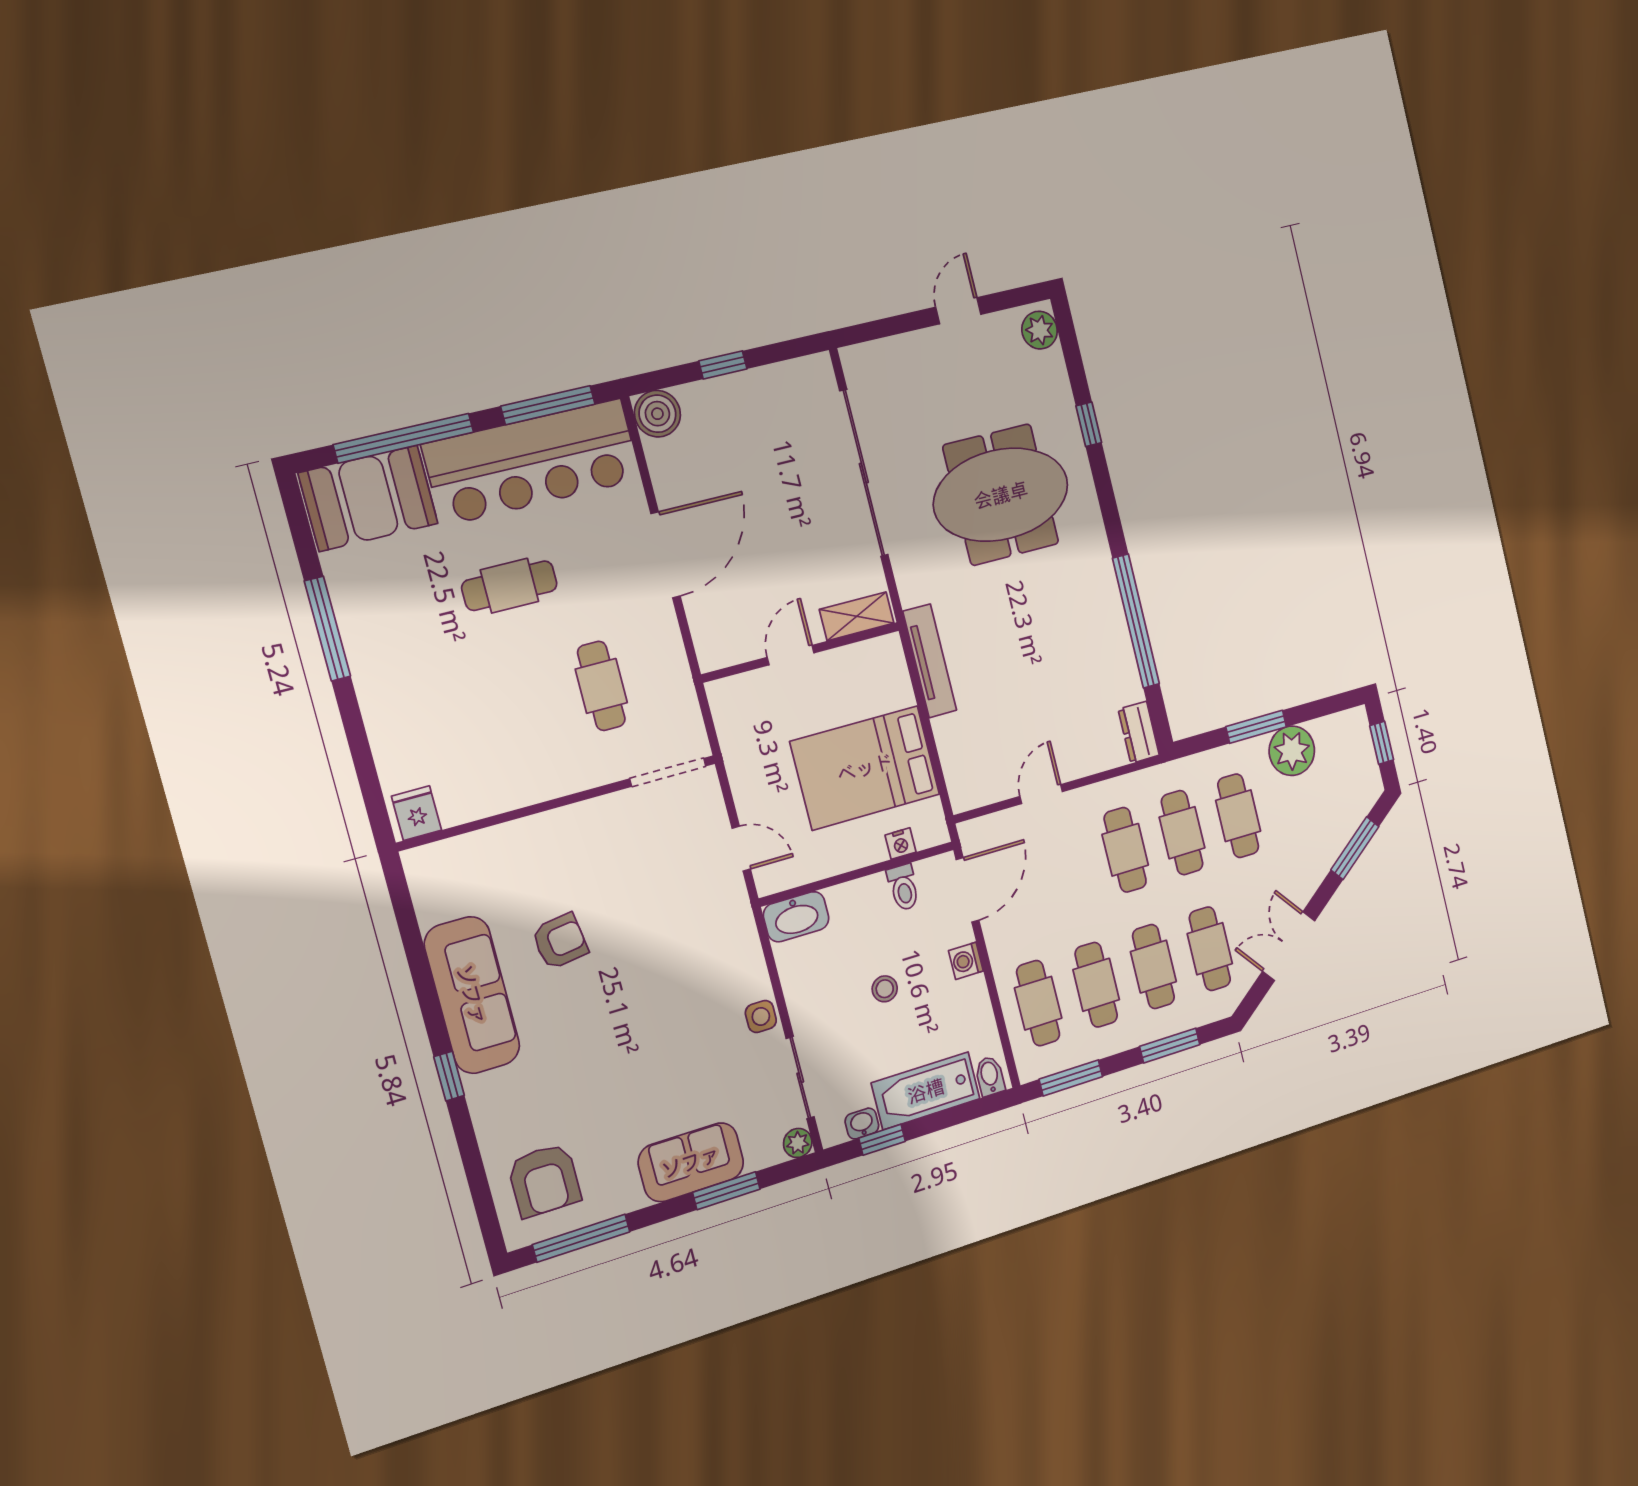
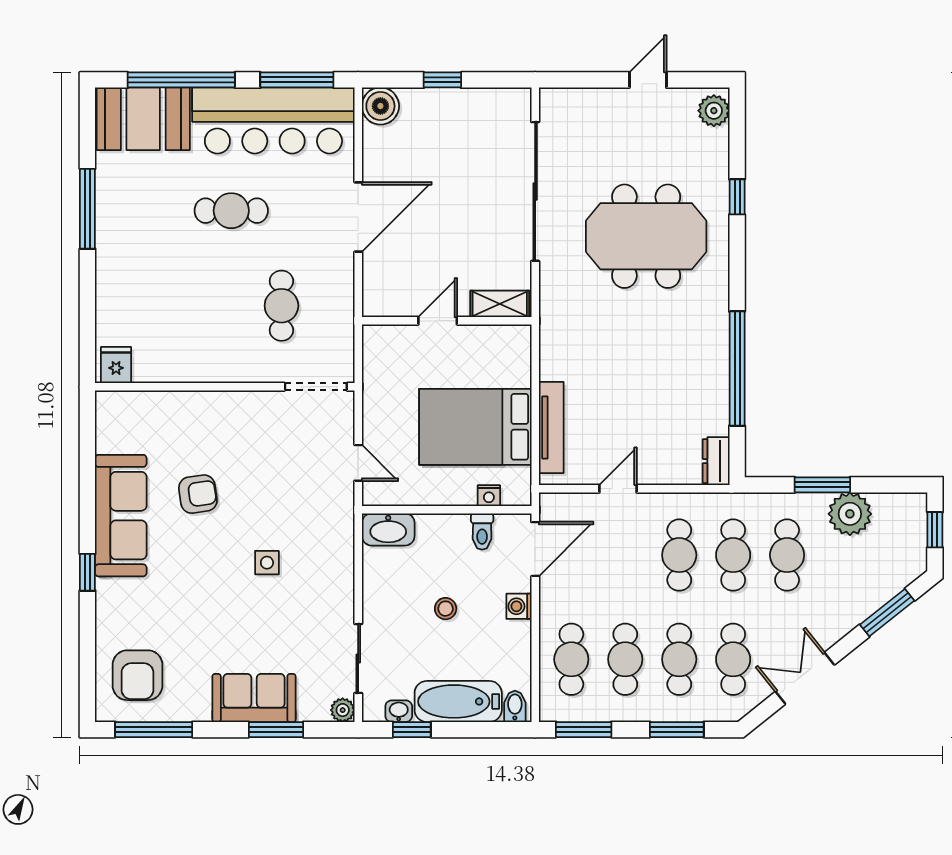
tv unit: (930, 661) -> (551, 428), moved
side table: (761, 1016) -> (267, 563), moved

